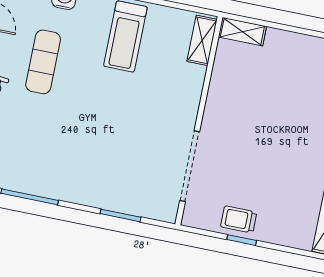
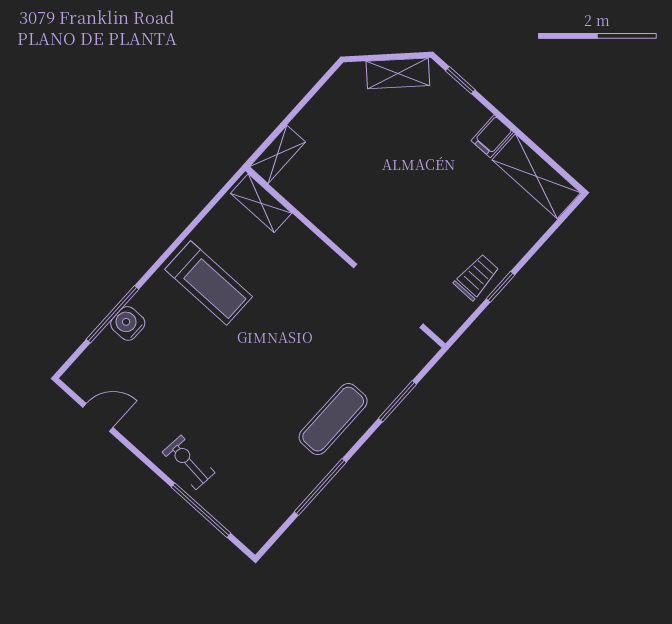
exercise mat: (43, 62) -> (333, 419), moved, turned 90
trolley: (239, 219) -> (476, 277), turned 180

